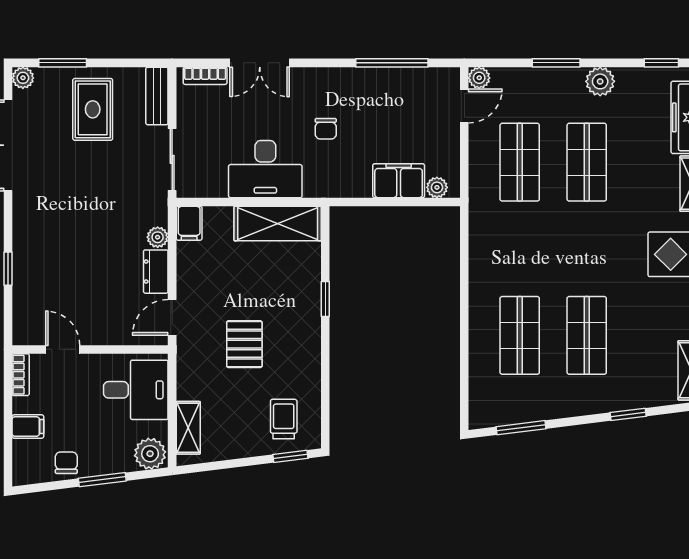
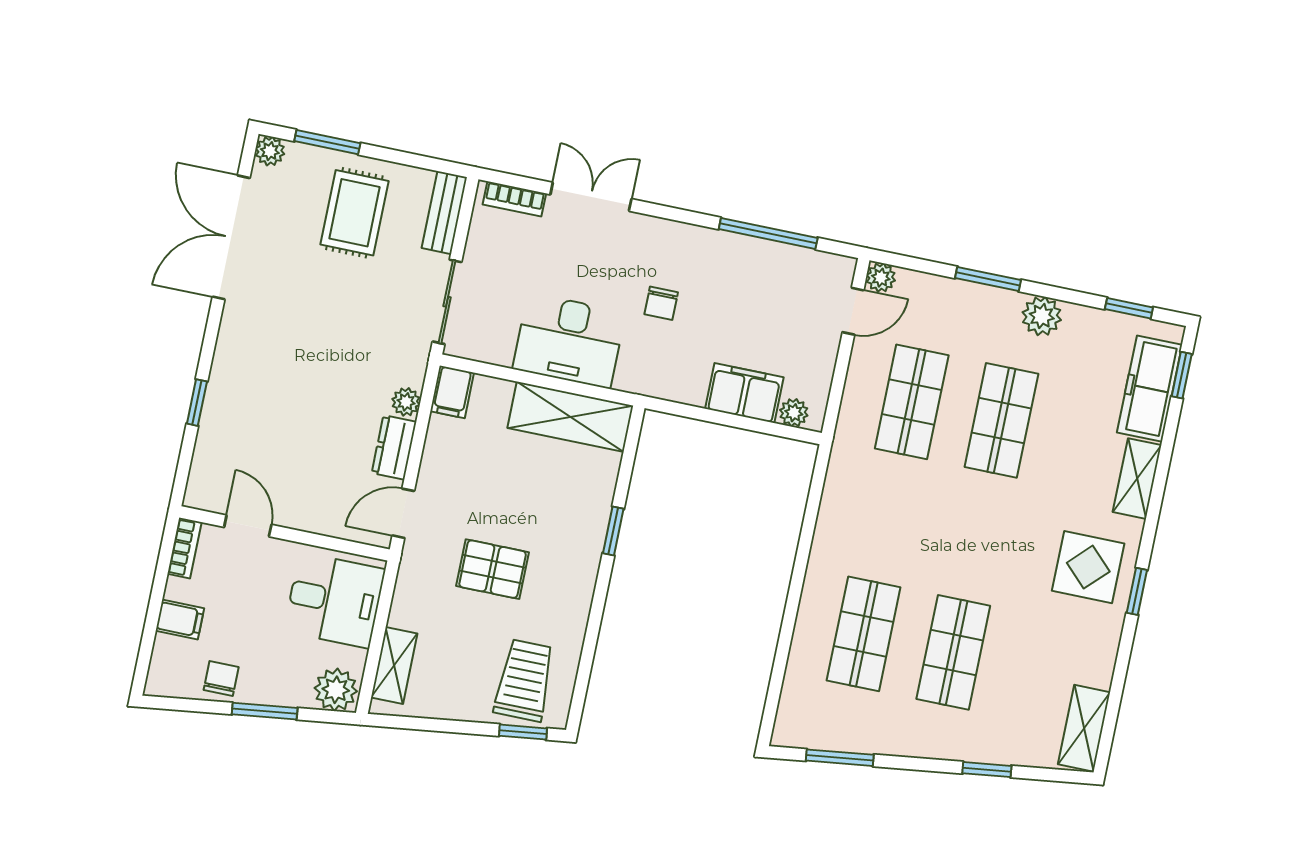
double door: (260, 63) -> (591, 197), swing flipped
pallet: (244, 344) -> (493, 569), turned 90
trolley: (284, 419) -> (524, 680), width x1.36, depth x1.39

